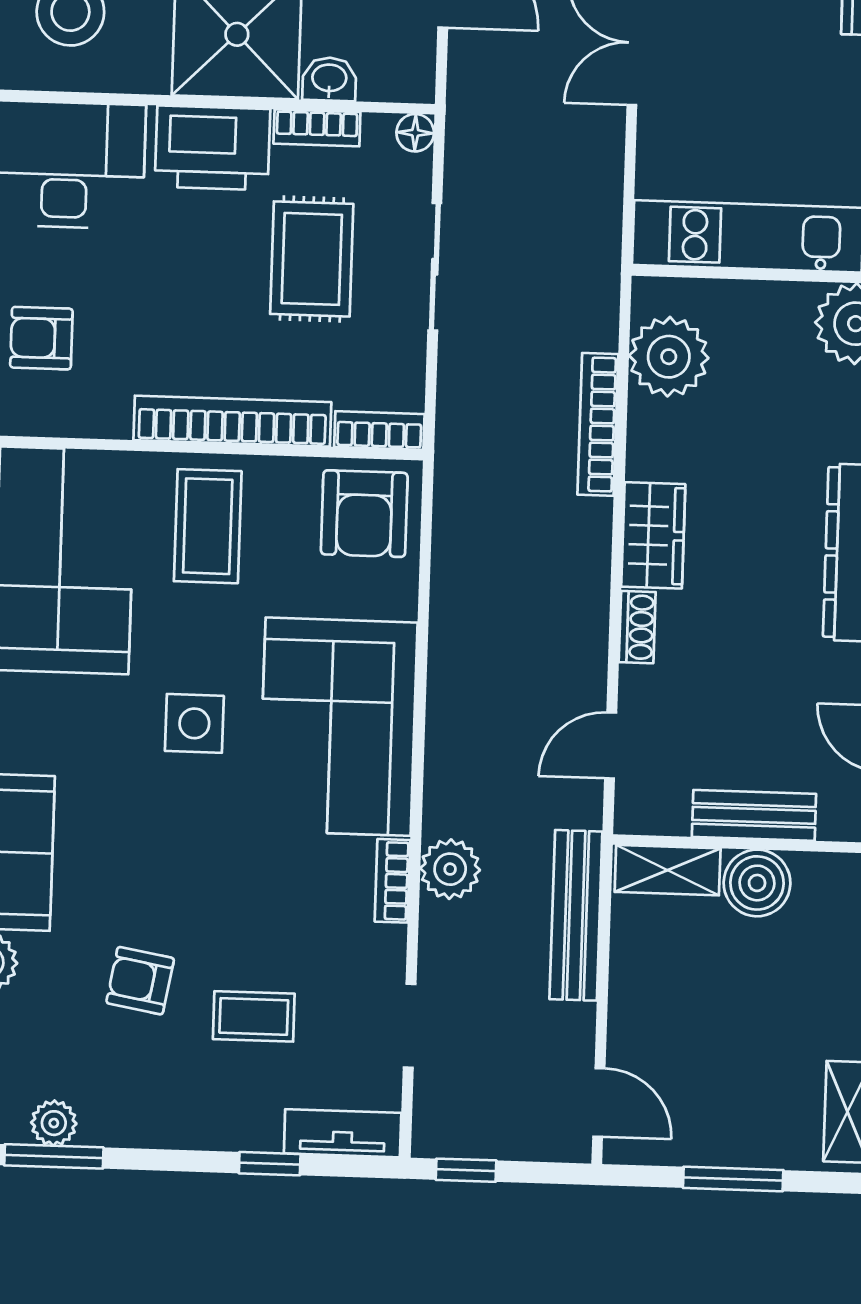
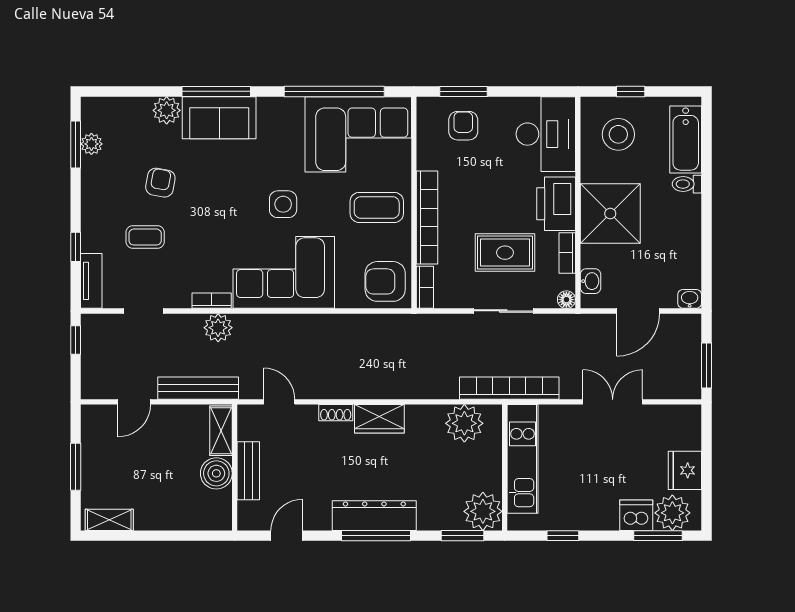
washbasin: (329, 79) -> (591, 281), moved
bookcase: (598, 424) -> (509, 388), moved, width x1.48, depth x1.31
coffee table: (254, 1016) -> (145, 237), turned 90
door: (599, 1102) -> (134, 402), moved

